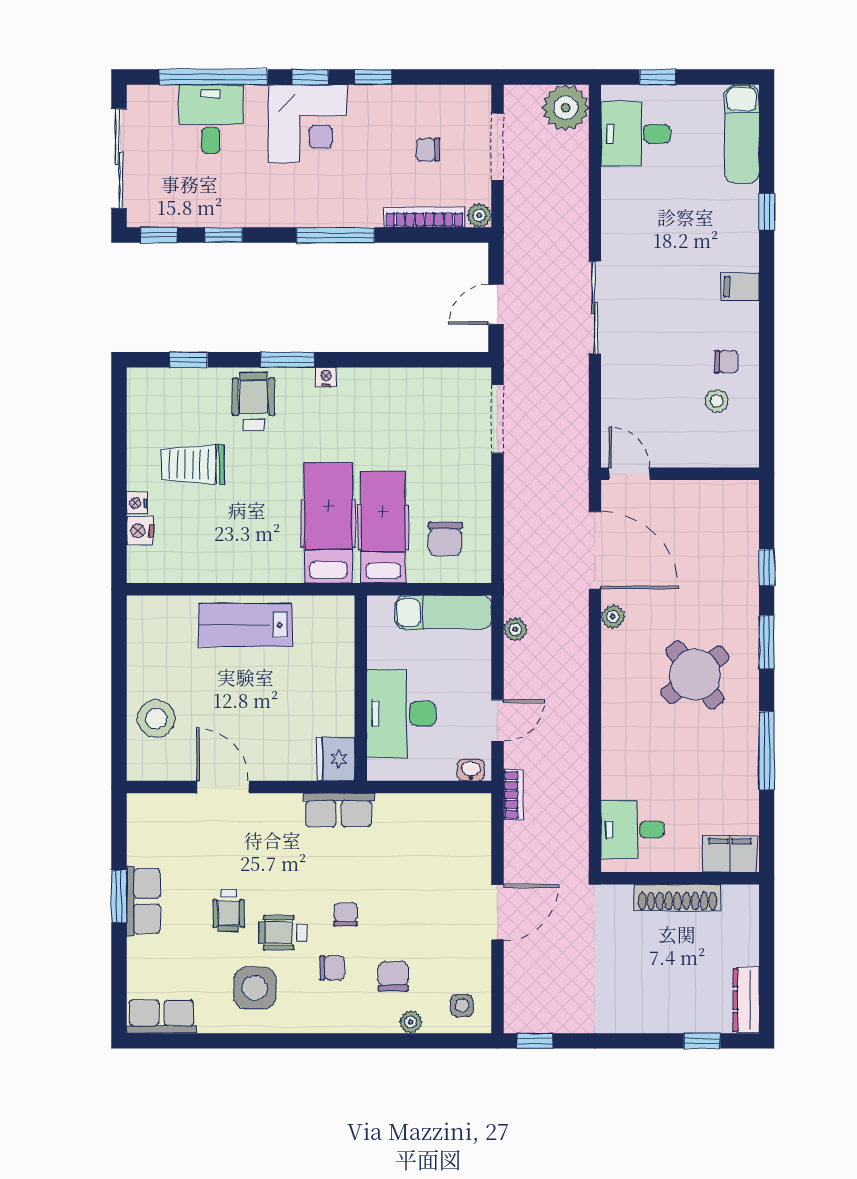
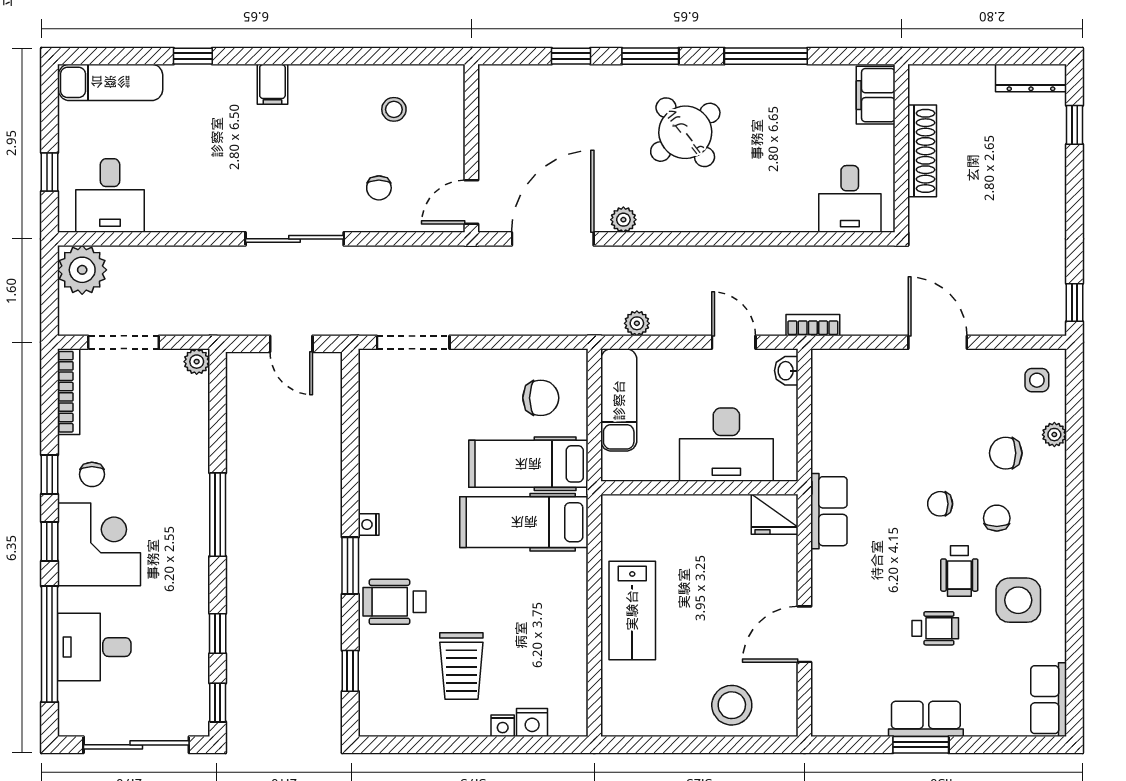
chair: (428, 150) -> (92, 474), moved
bookcase: (424, 217) -> (69, 392), moved, turned 180
chair: (726, 362) -> (379, 188), moved, turned 180

